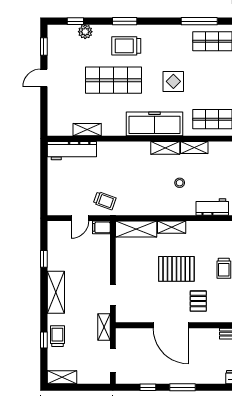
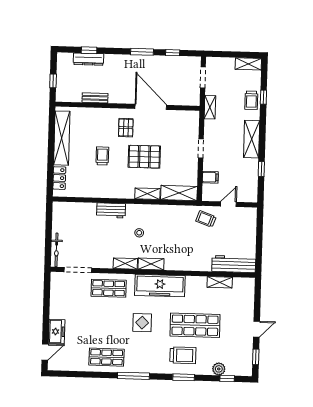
window: (199, 21) -> (133, 376), moved
filing cabinet: (101, 227) -> (210, 177), moved
doorway: (113, 295) -> (201, 148), moved

